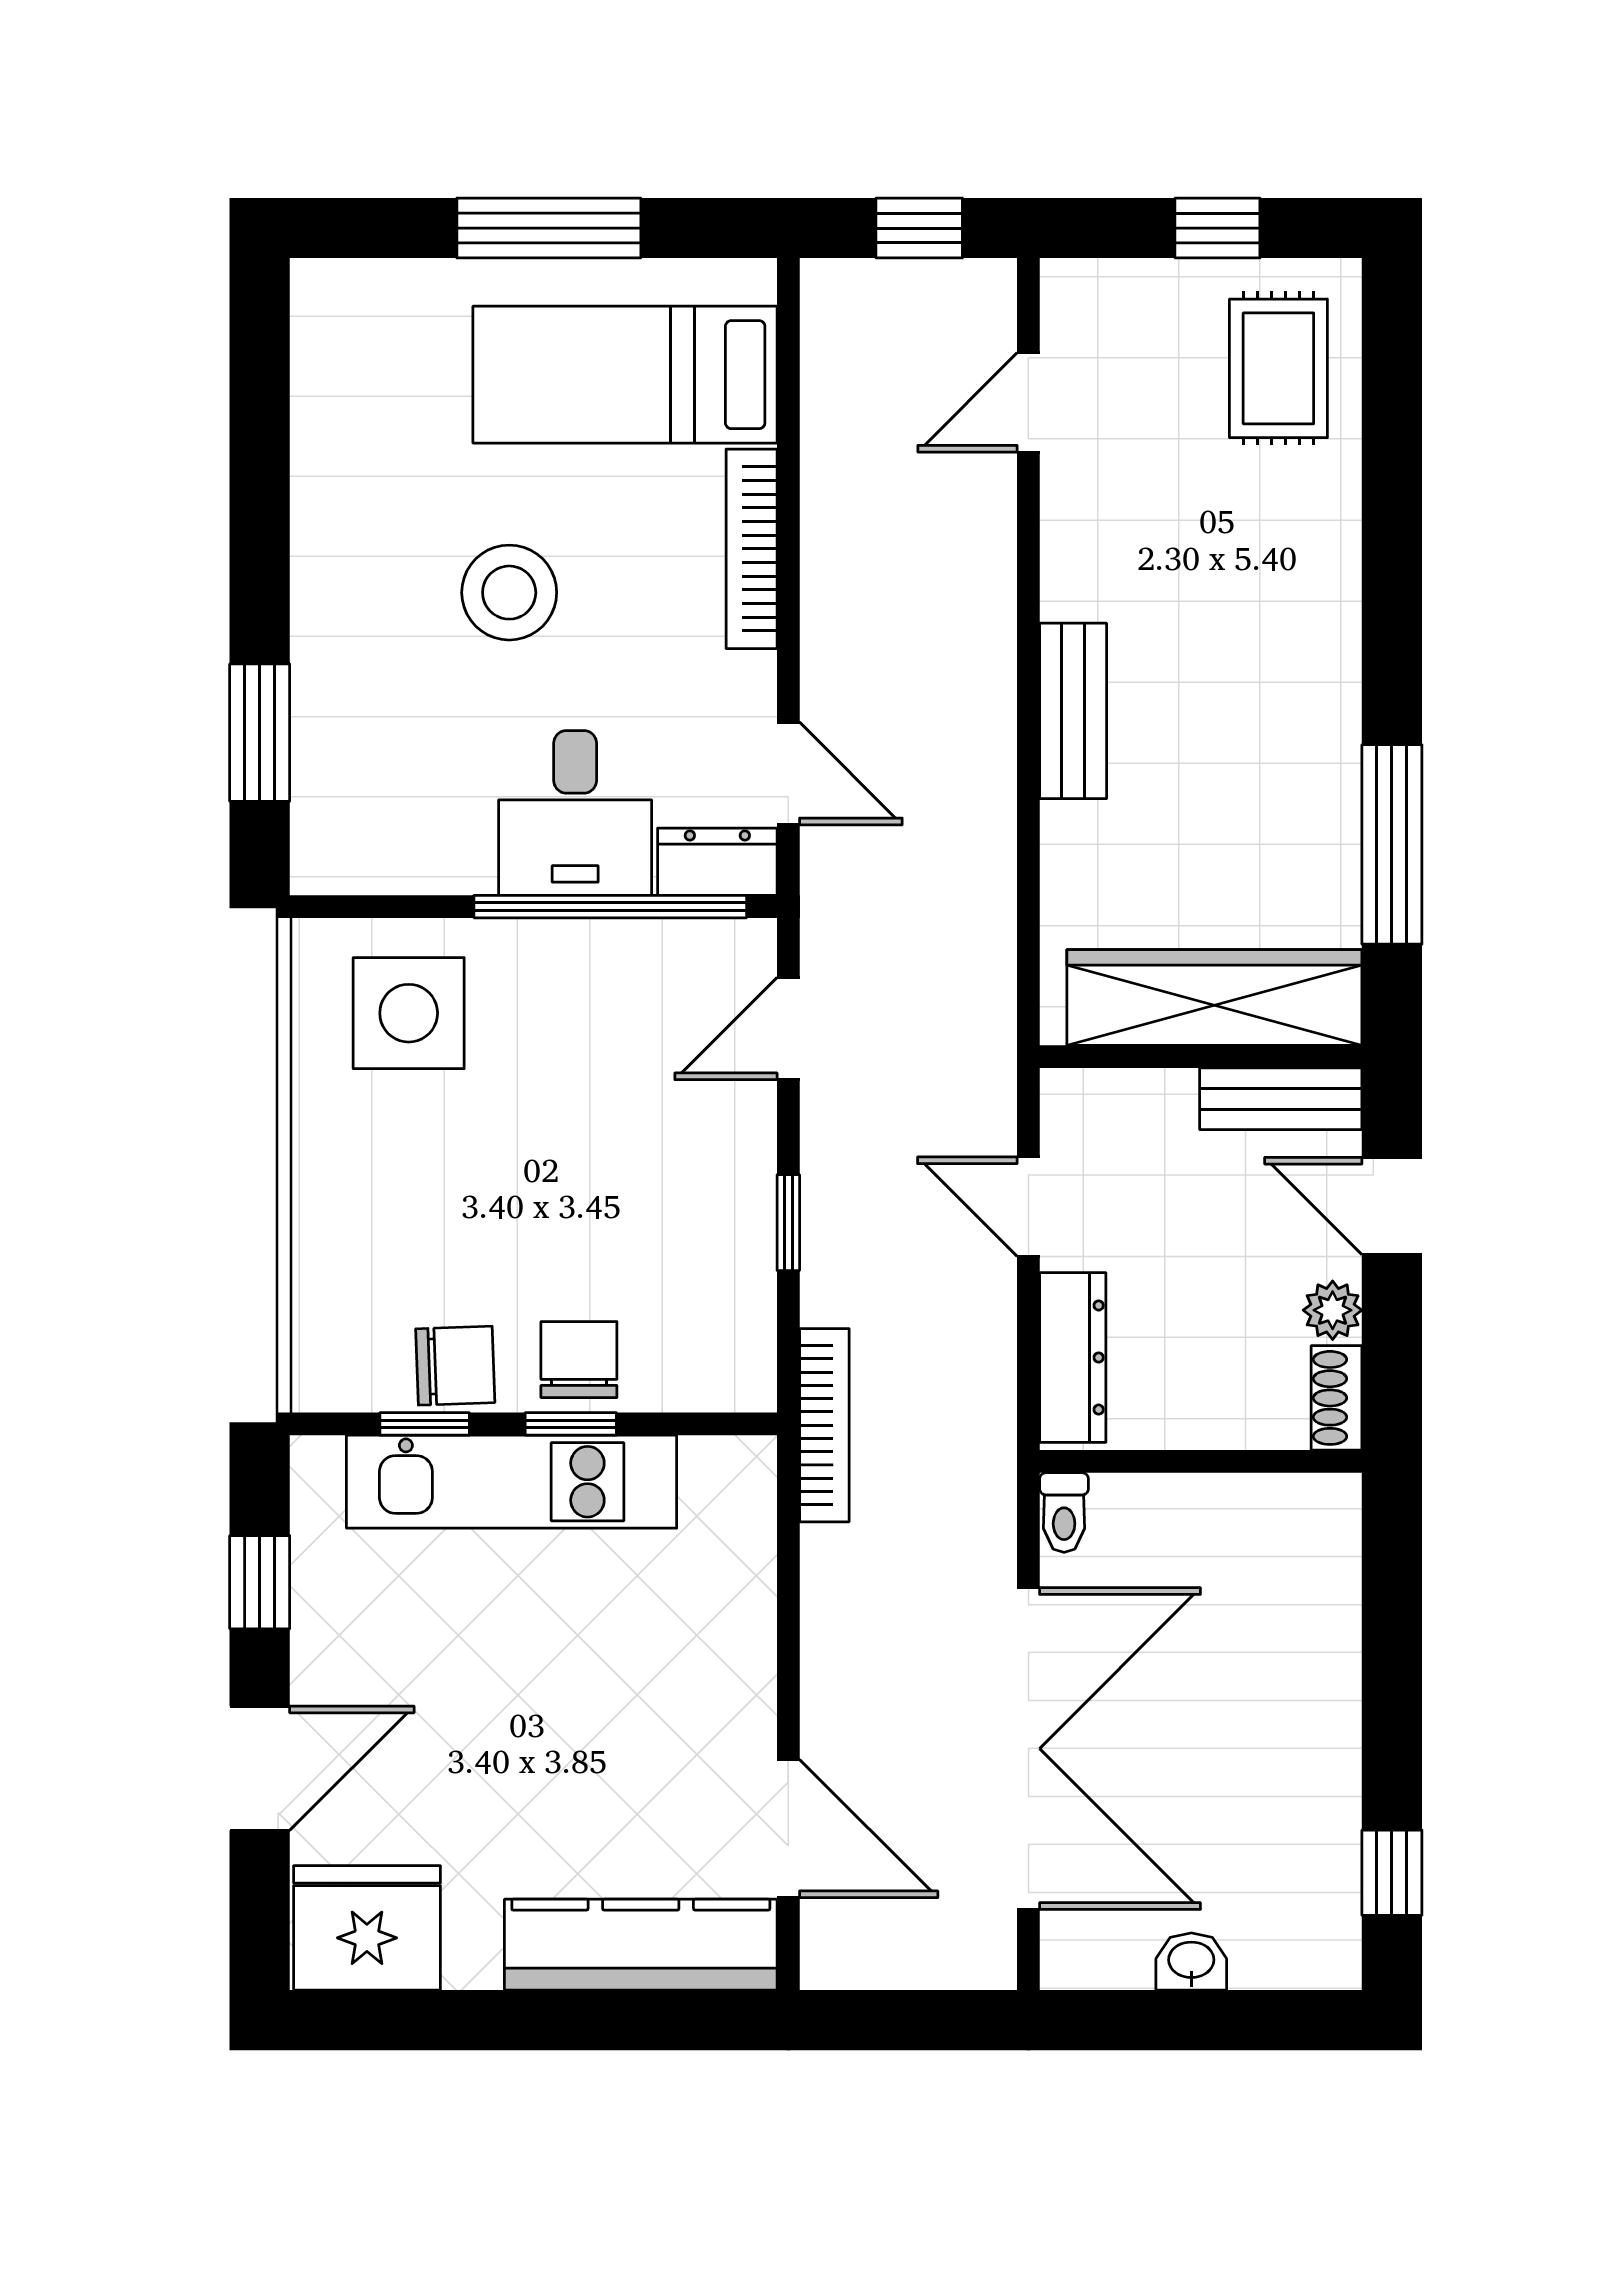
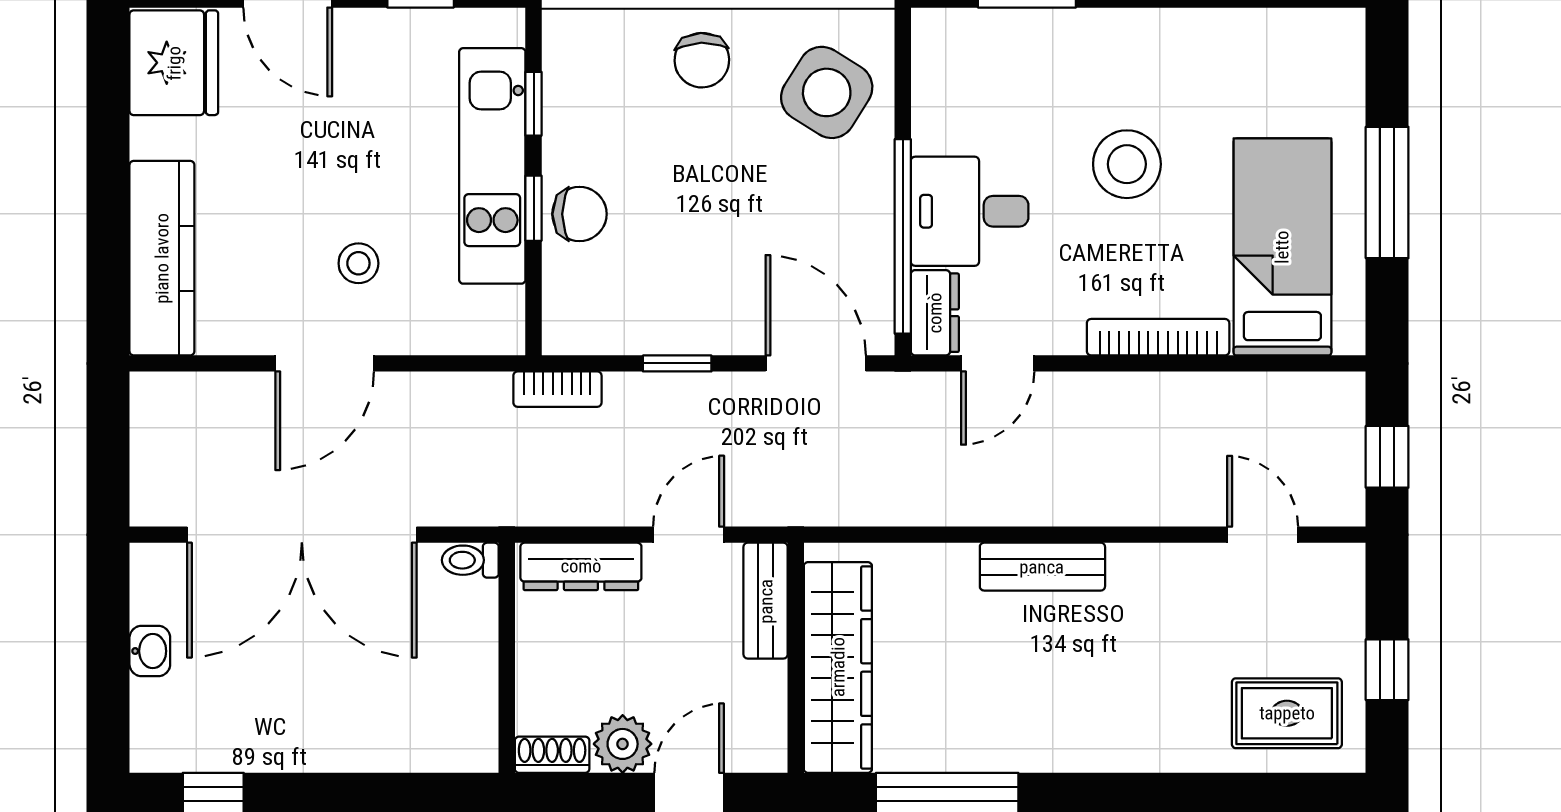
side table: (409, 1013) -> (827, 92), turned 32
door: (788, 1029) -> (816, 363), width x1.38
bench: (1281, 1099) -> (766, 601), moved
plant: (1333, 1310) -> (623, 744), width x1.38, depth x1.38
chair: (455, 1366) -> (702, 60), moved
bookcase: (824, 1425) -> (557, 389), width x0.64
stool: (648, 1669) -> (358, 263), added
door: (788, 1829) -> (325, 363), moved

